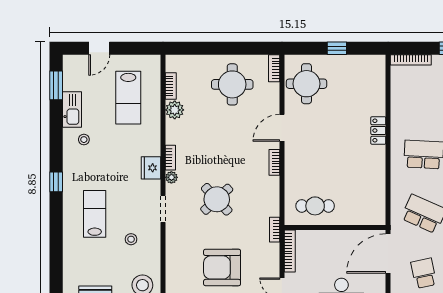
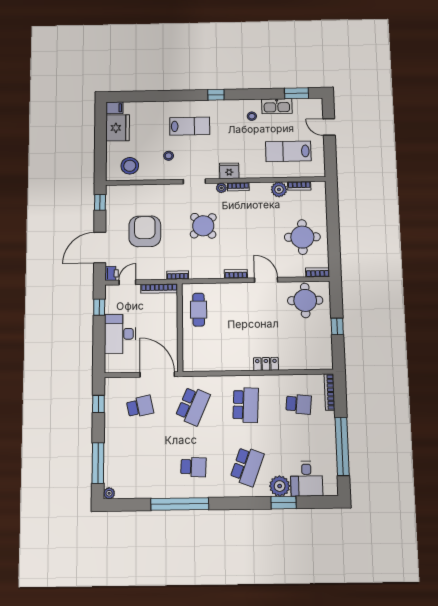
school desk: (424, 95) -> (299, 404), added

